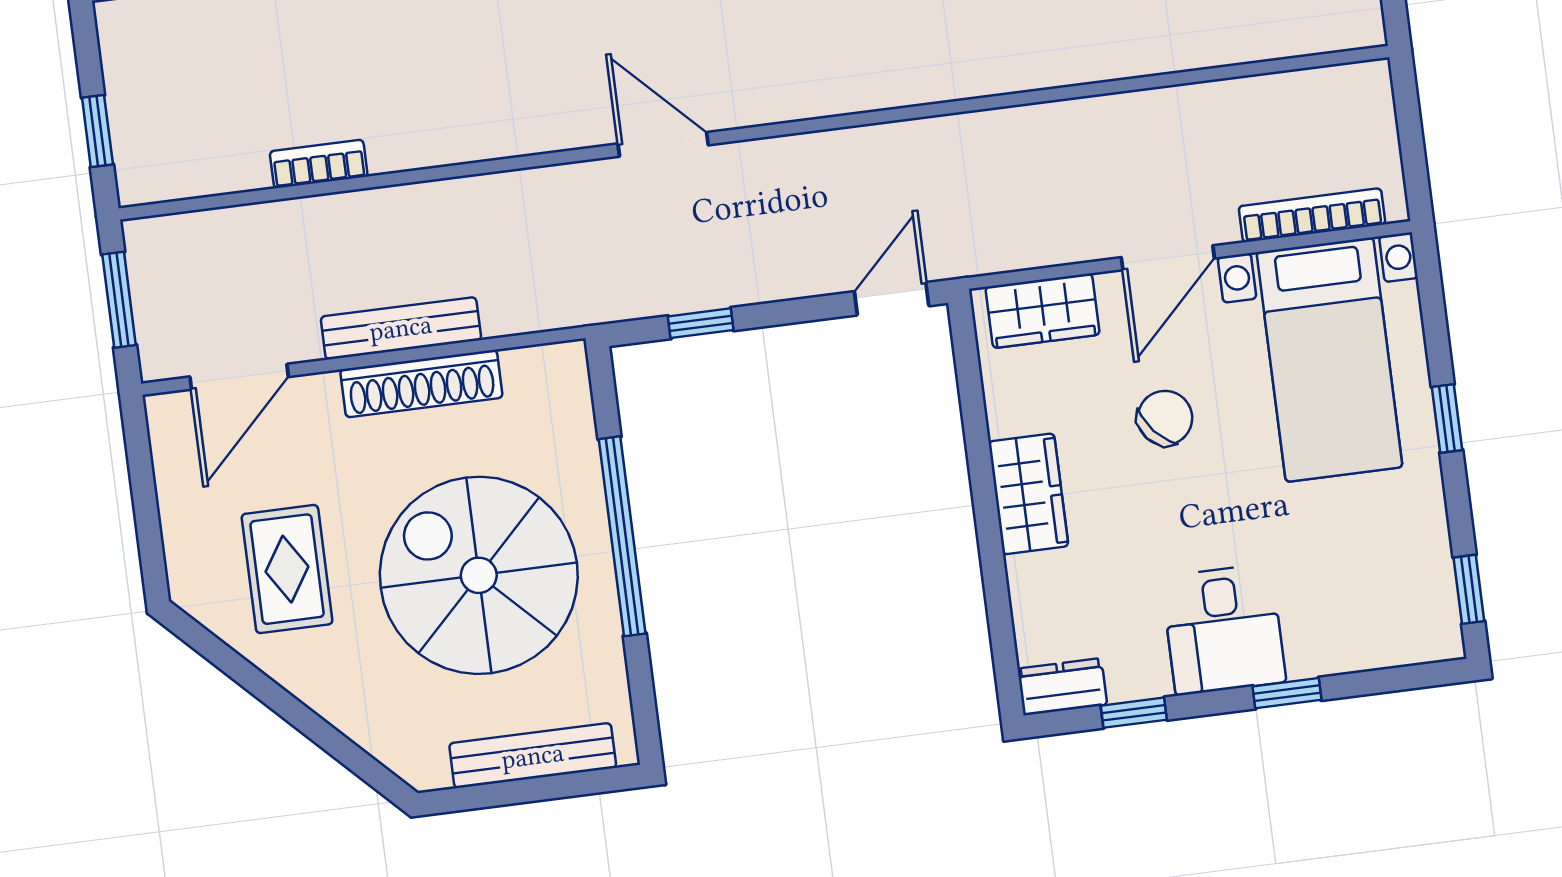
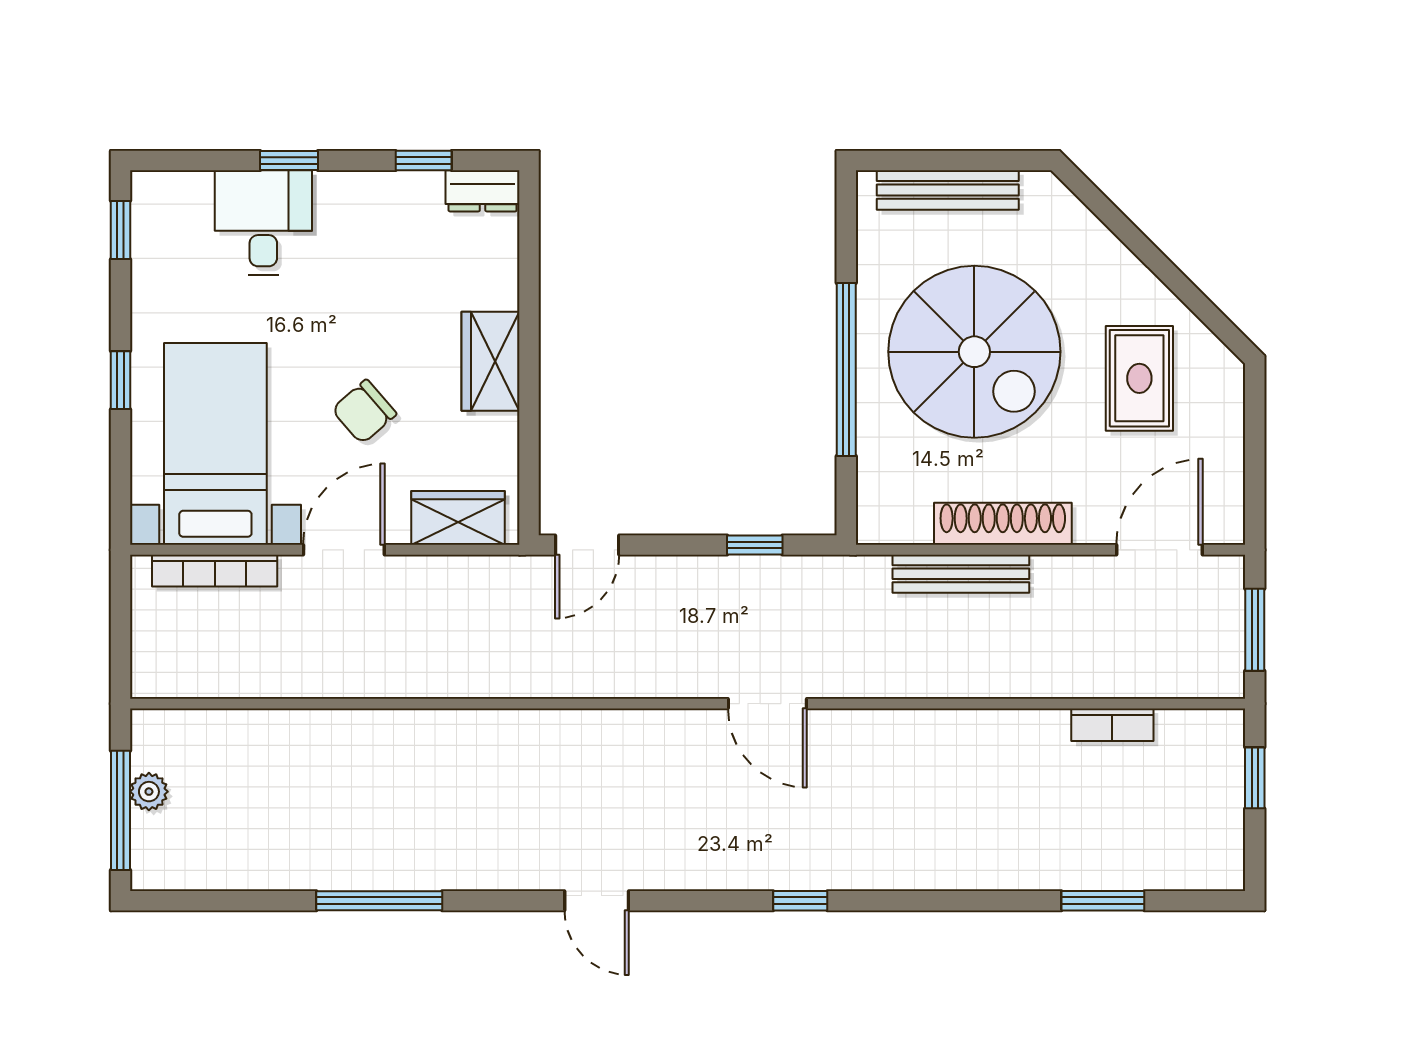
bookcase: (319, 164) -> (1112, 725), moved
bench: (401, 328) -> (961, 574), moved
desk: (1224, 630) -> (263, 222), moved

